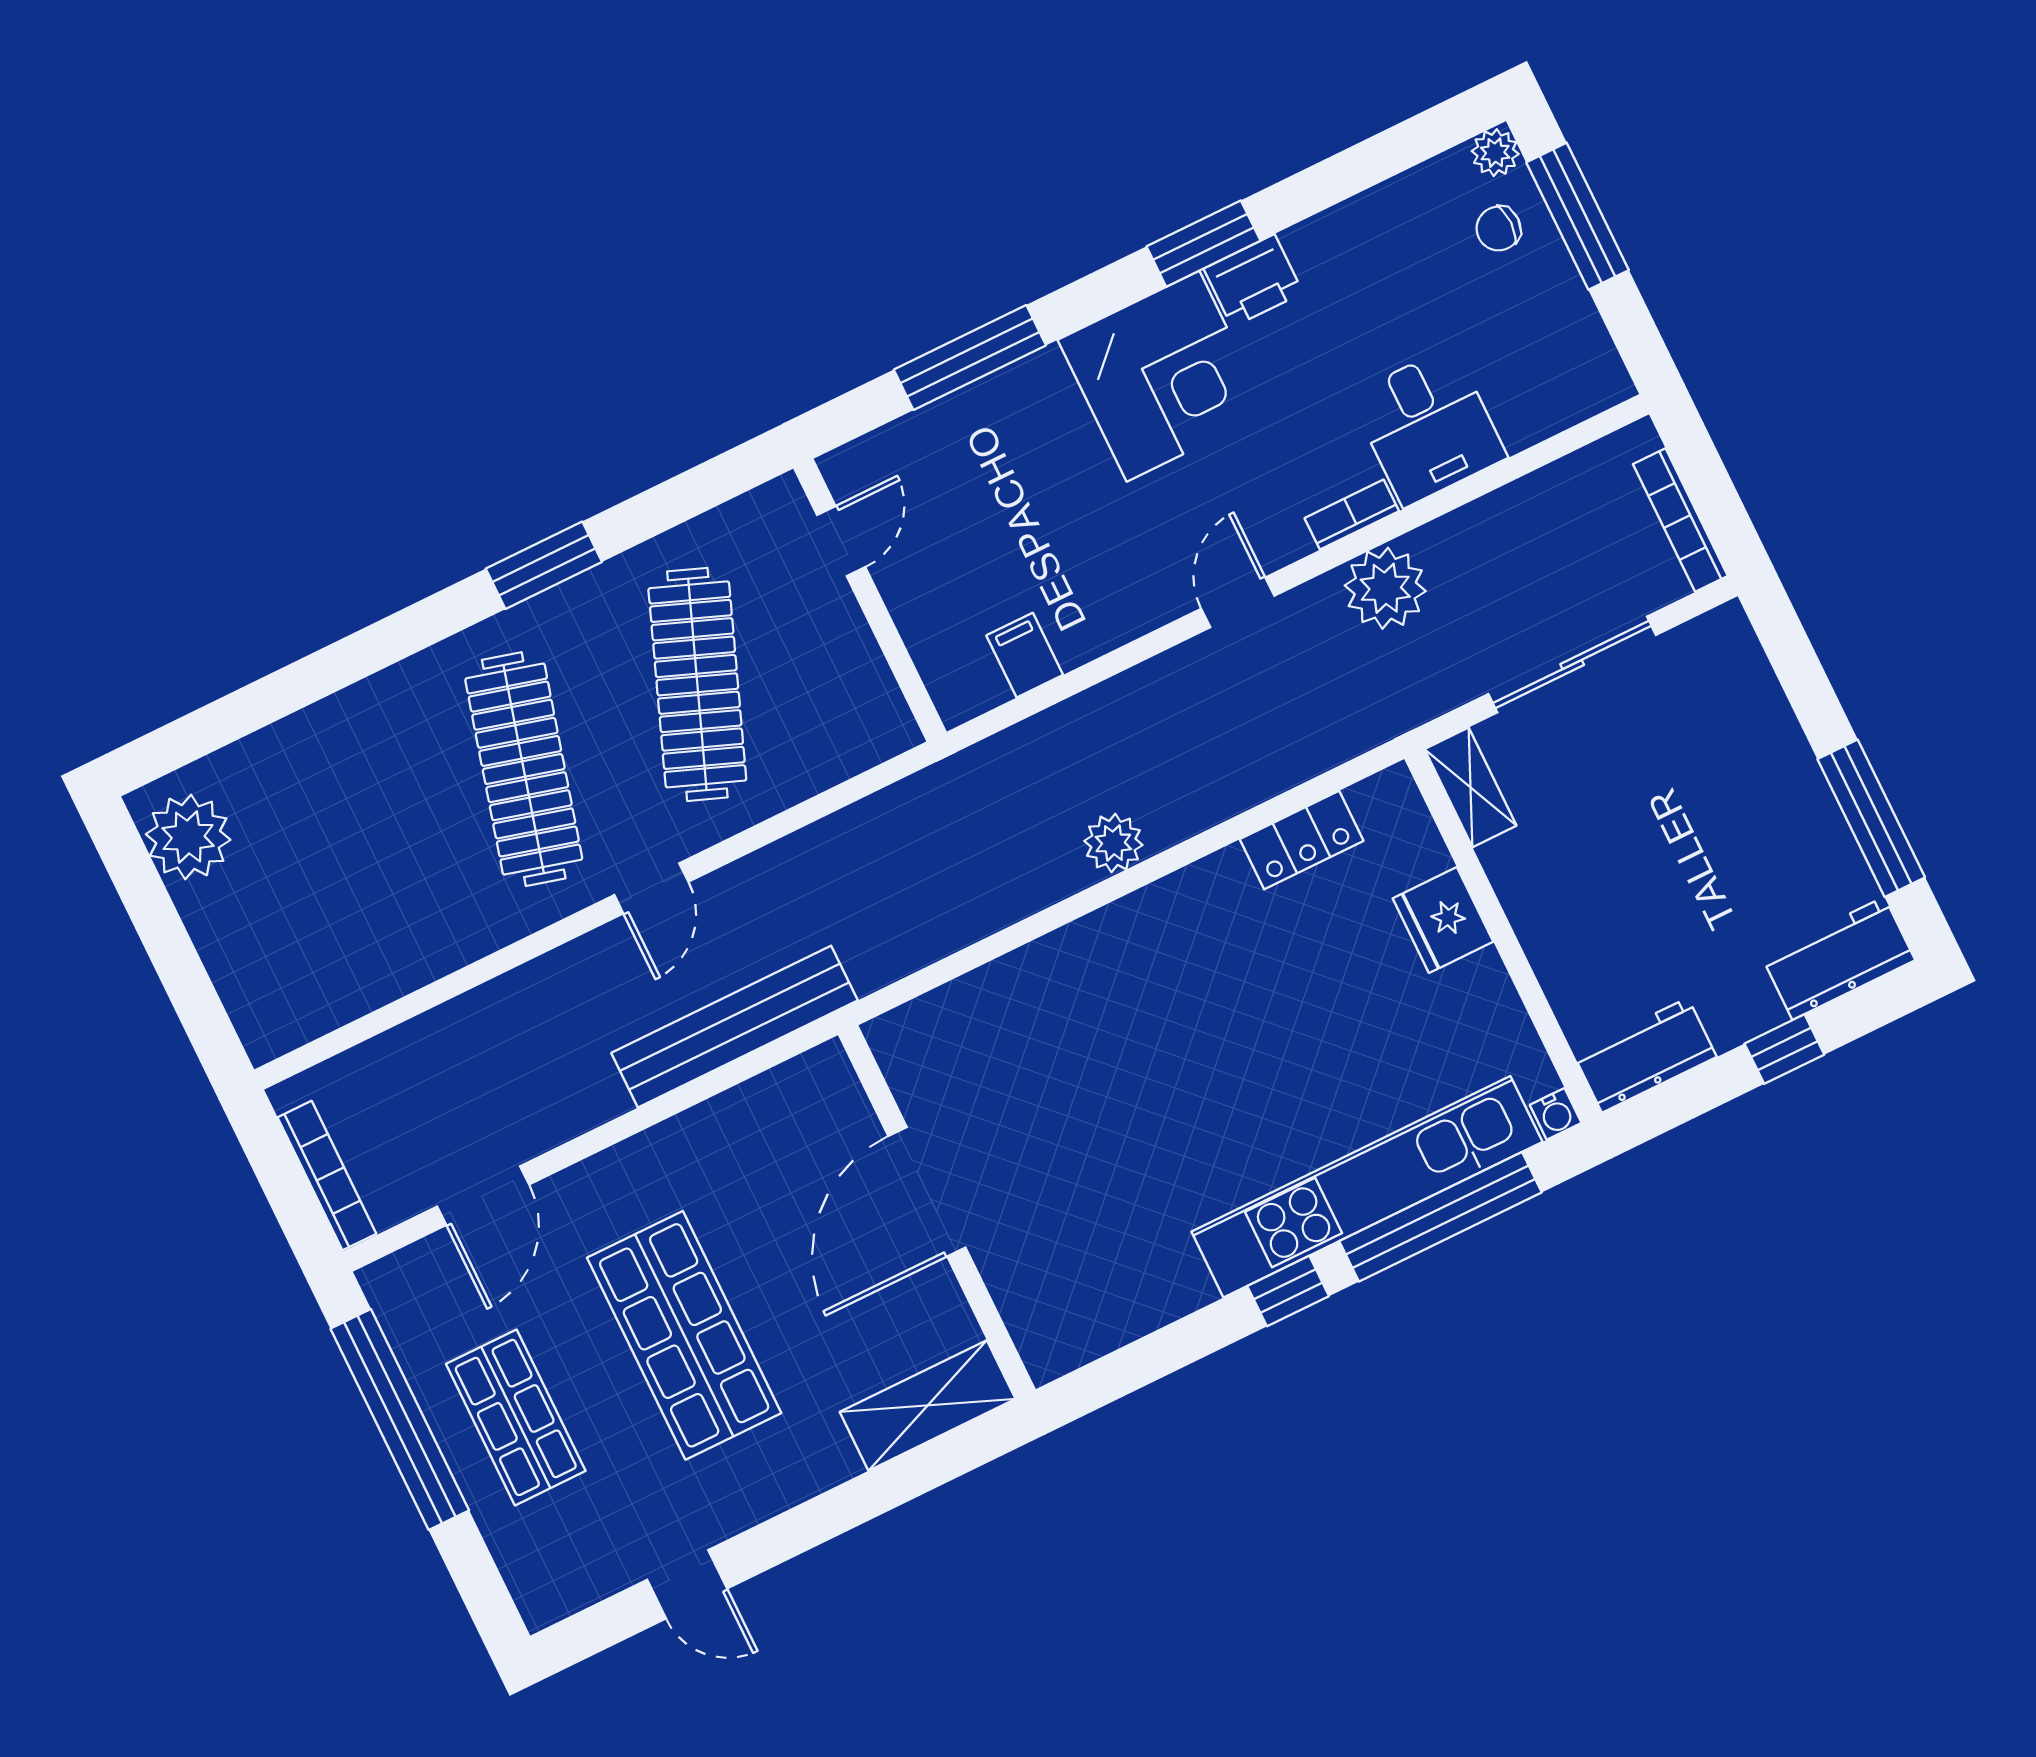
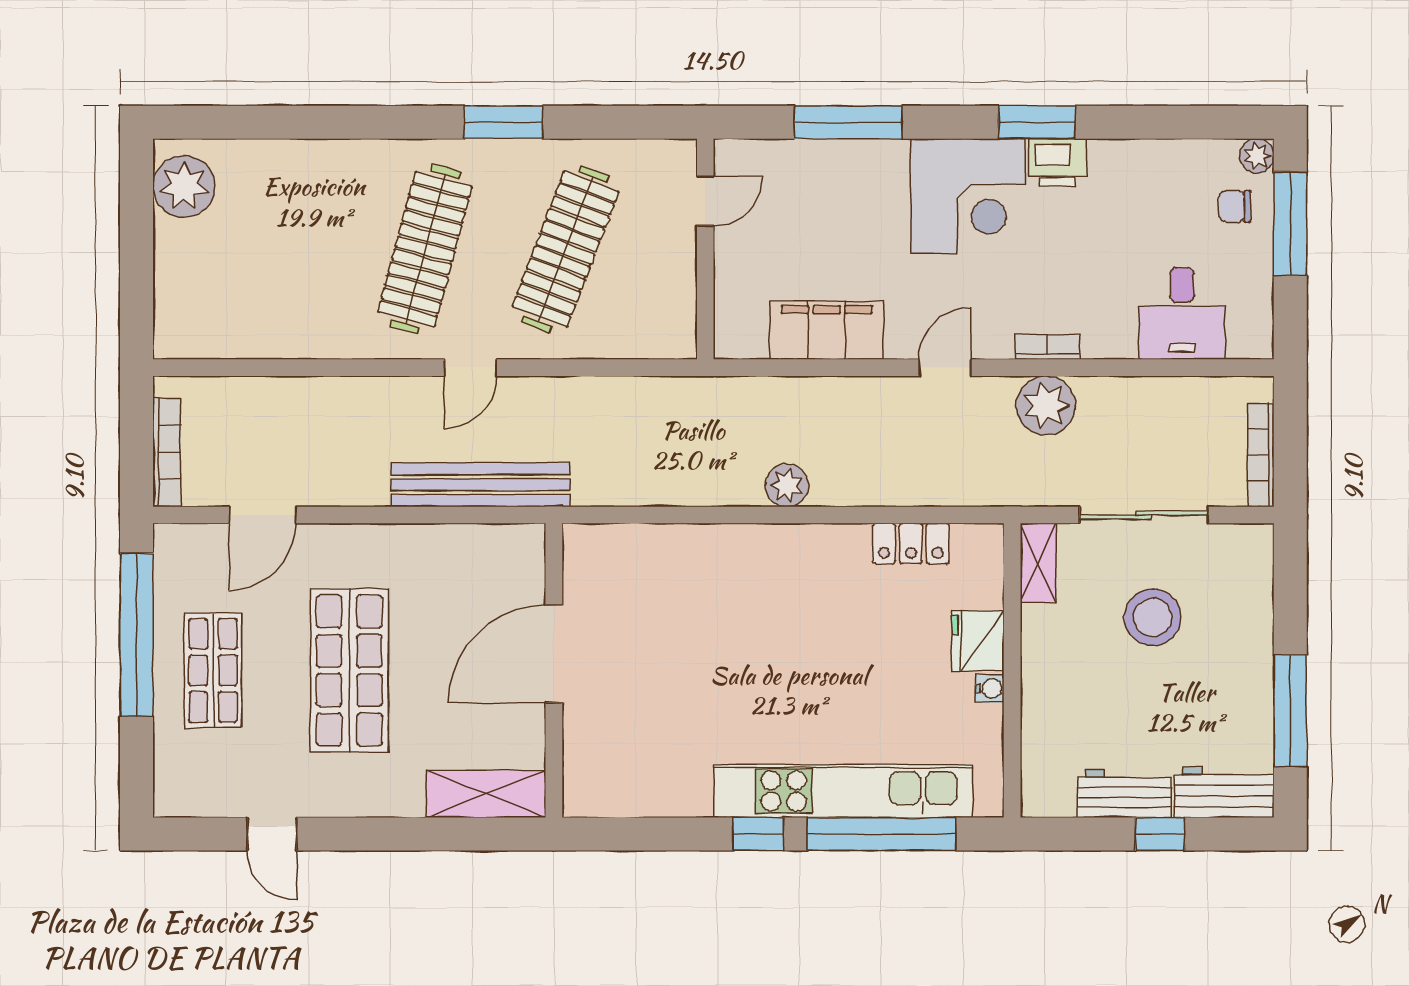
desk: (1428, 426) -> (1182, 313), moved
filing cabinet: (1025, 655) -> (827, 330), width x3.00, depth x1.17
stool: (1645, 786) -> (1153, 617), added
workbench: (1645, 1055) -> (1125, 794), moved
water cooler: (1556, 1114) -> (990, 689), moved, turned -90

